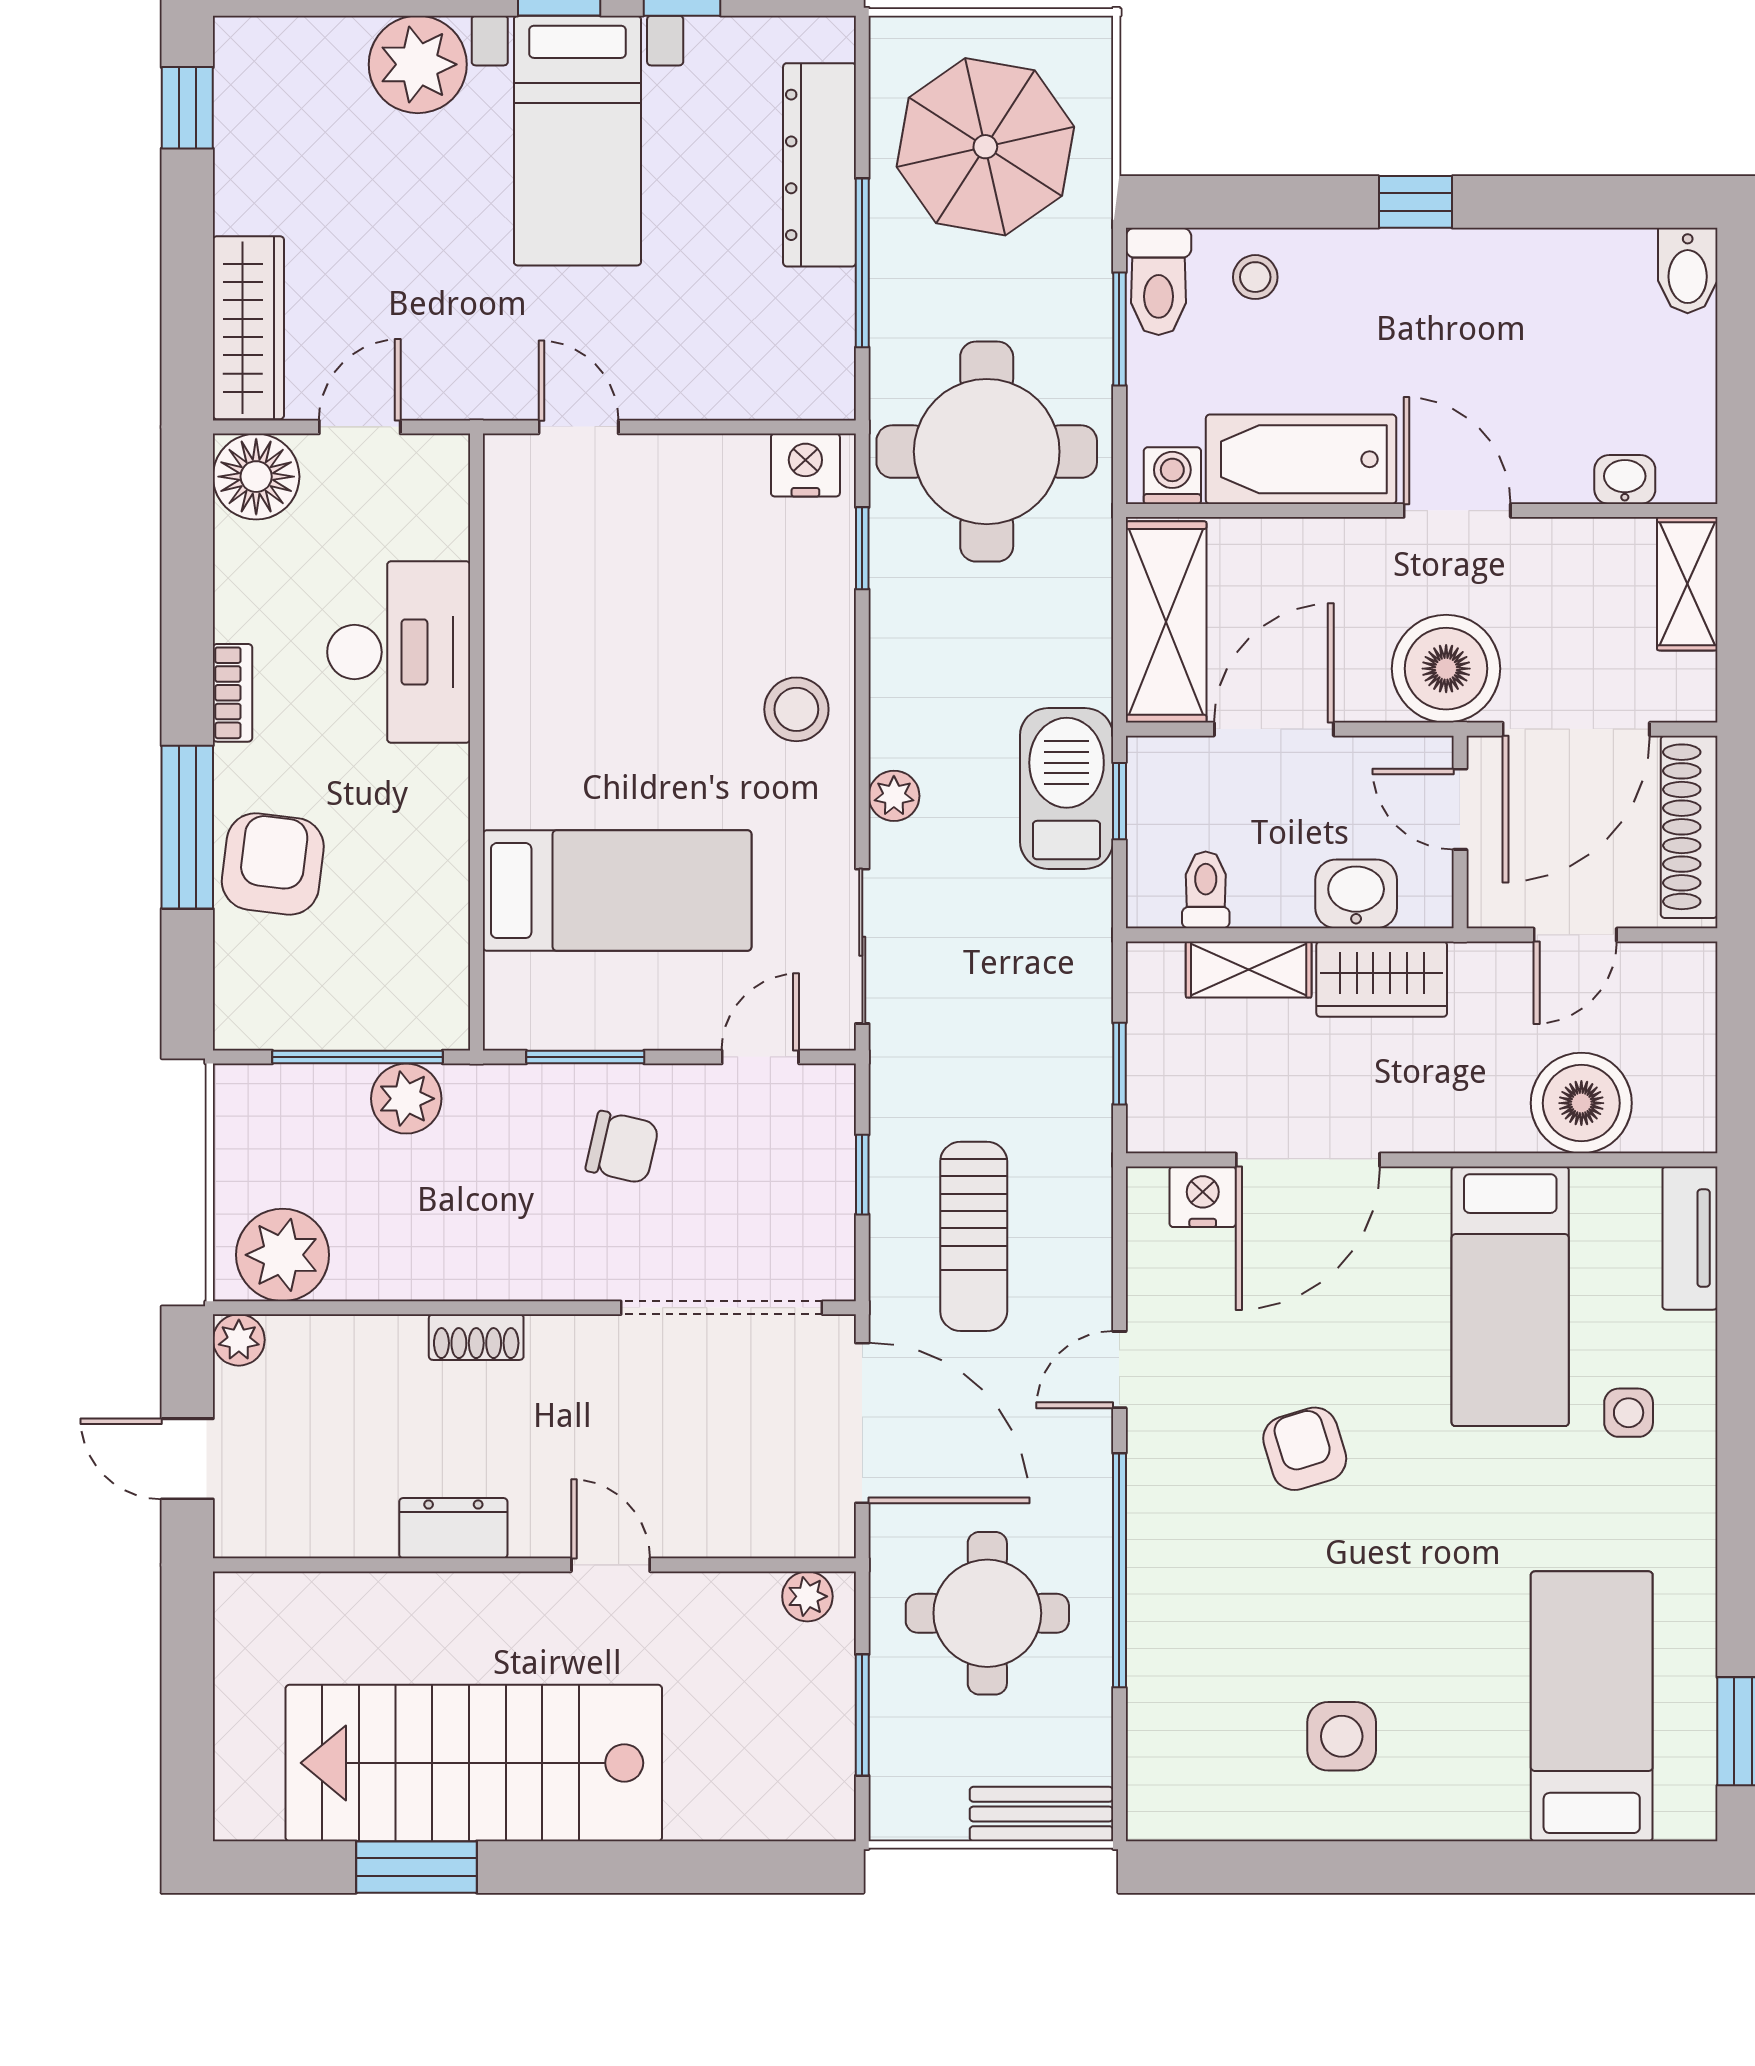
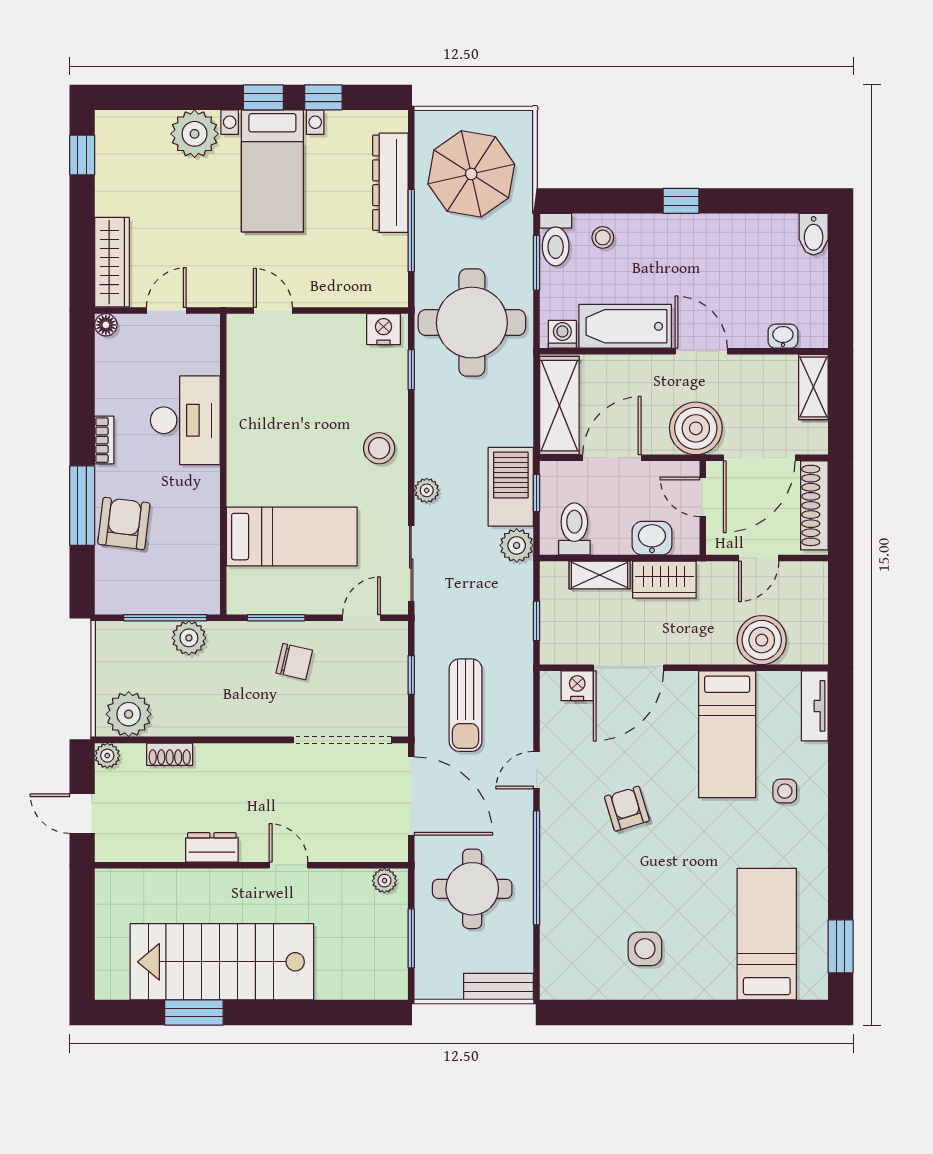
floor lamp: (256, 477) -> (106, 325), width x0.53, depth x0.53
toilet: (1206, 890) -> (574, 529), width x1.37, depth x1.39
plant: (1078, 909) -> (517, 545), added
shoe rack: (476, 1337) -> (170, 754), moved

